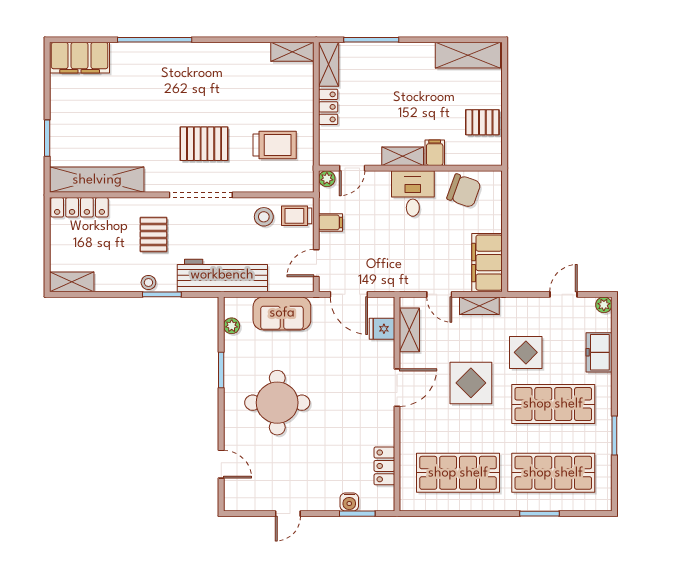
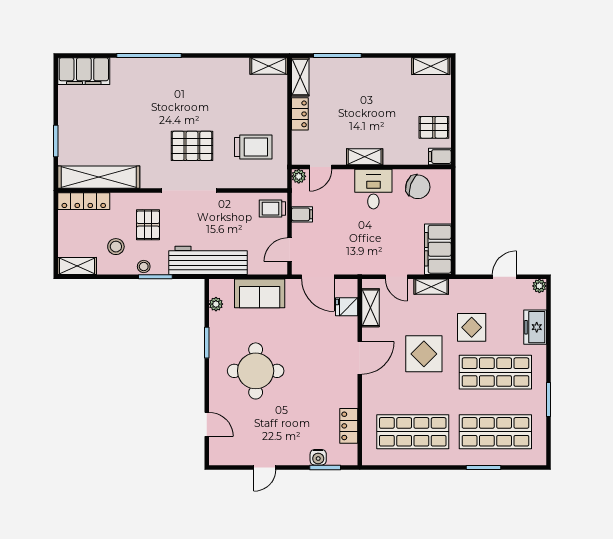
shelving: (468, 55) -> (431, 66), width x0.67, depth x0.75
filing cabinet: (435, 153) -> (440, 157), moved, turned -90
stool: (264, 217) -> (116, 247), moved

